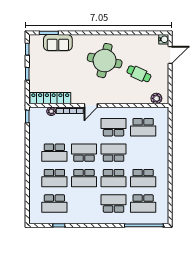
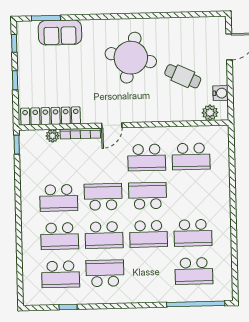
water cooler: (164, 39) -> (220, 93), moved
school desk: (114, 127) -> (147, 158), turned 180
school desk: (114, 204) -> (105, 273), moved

